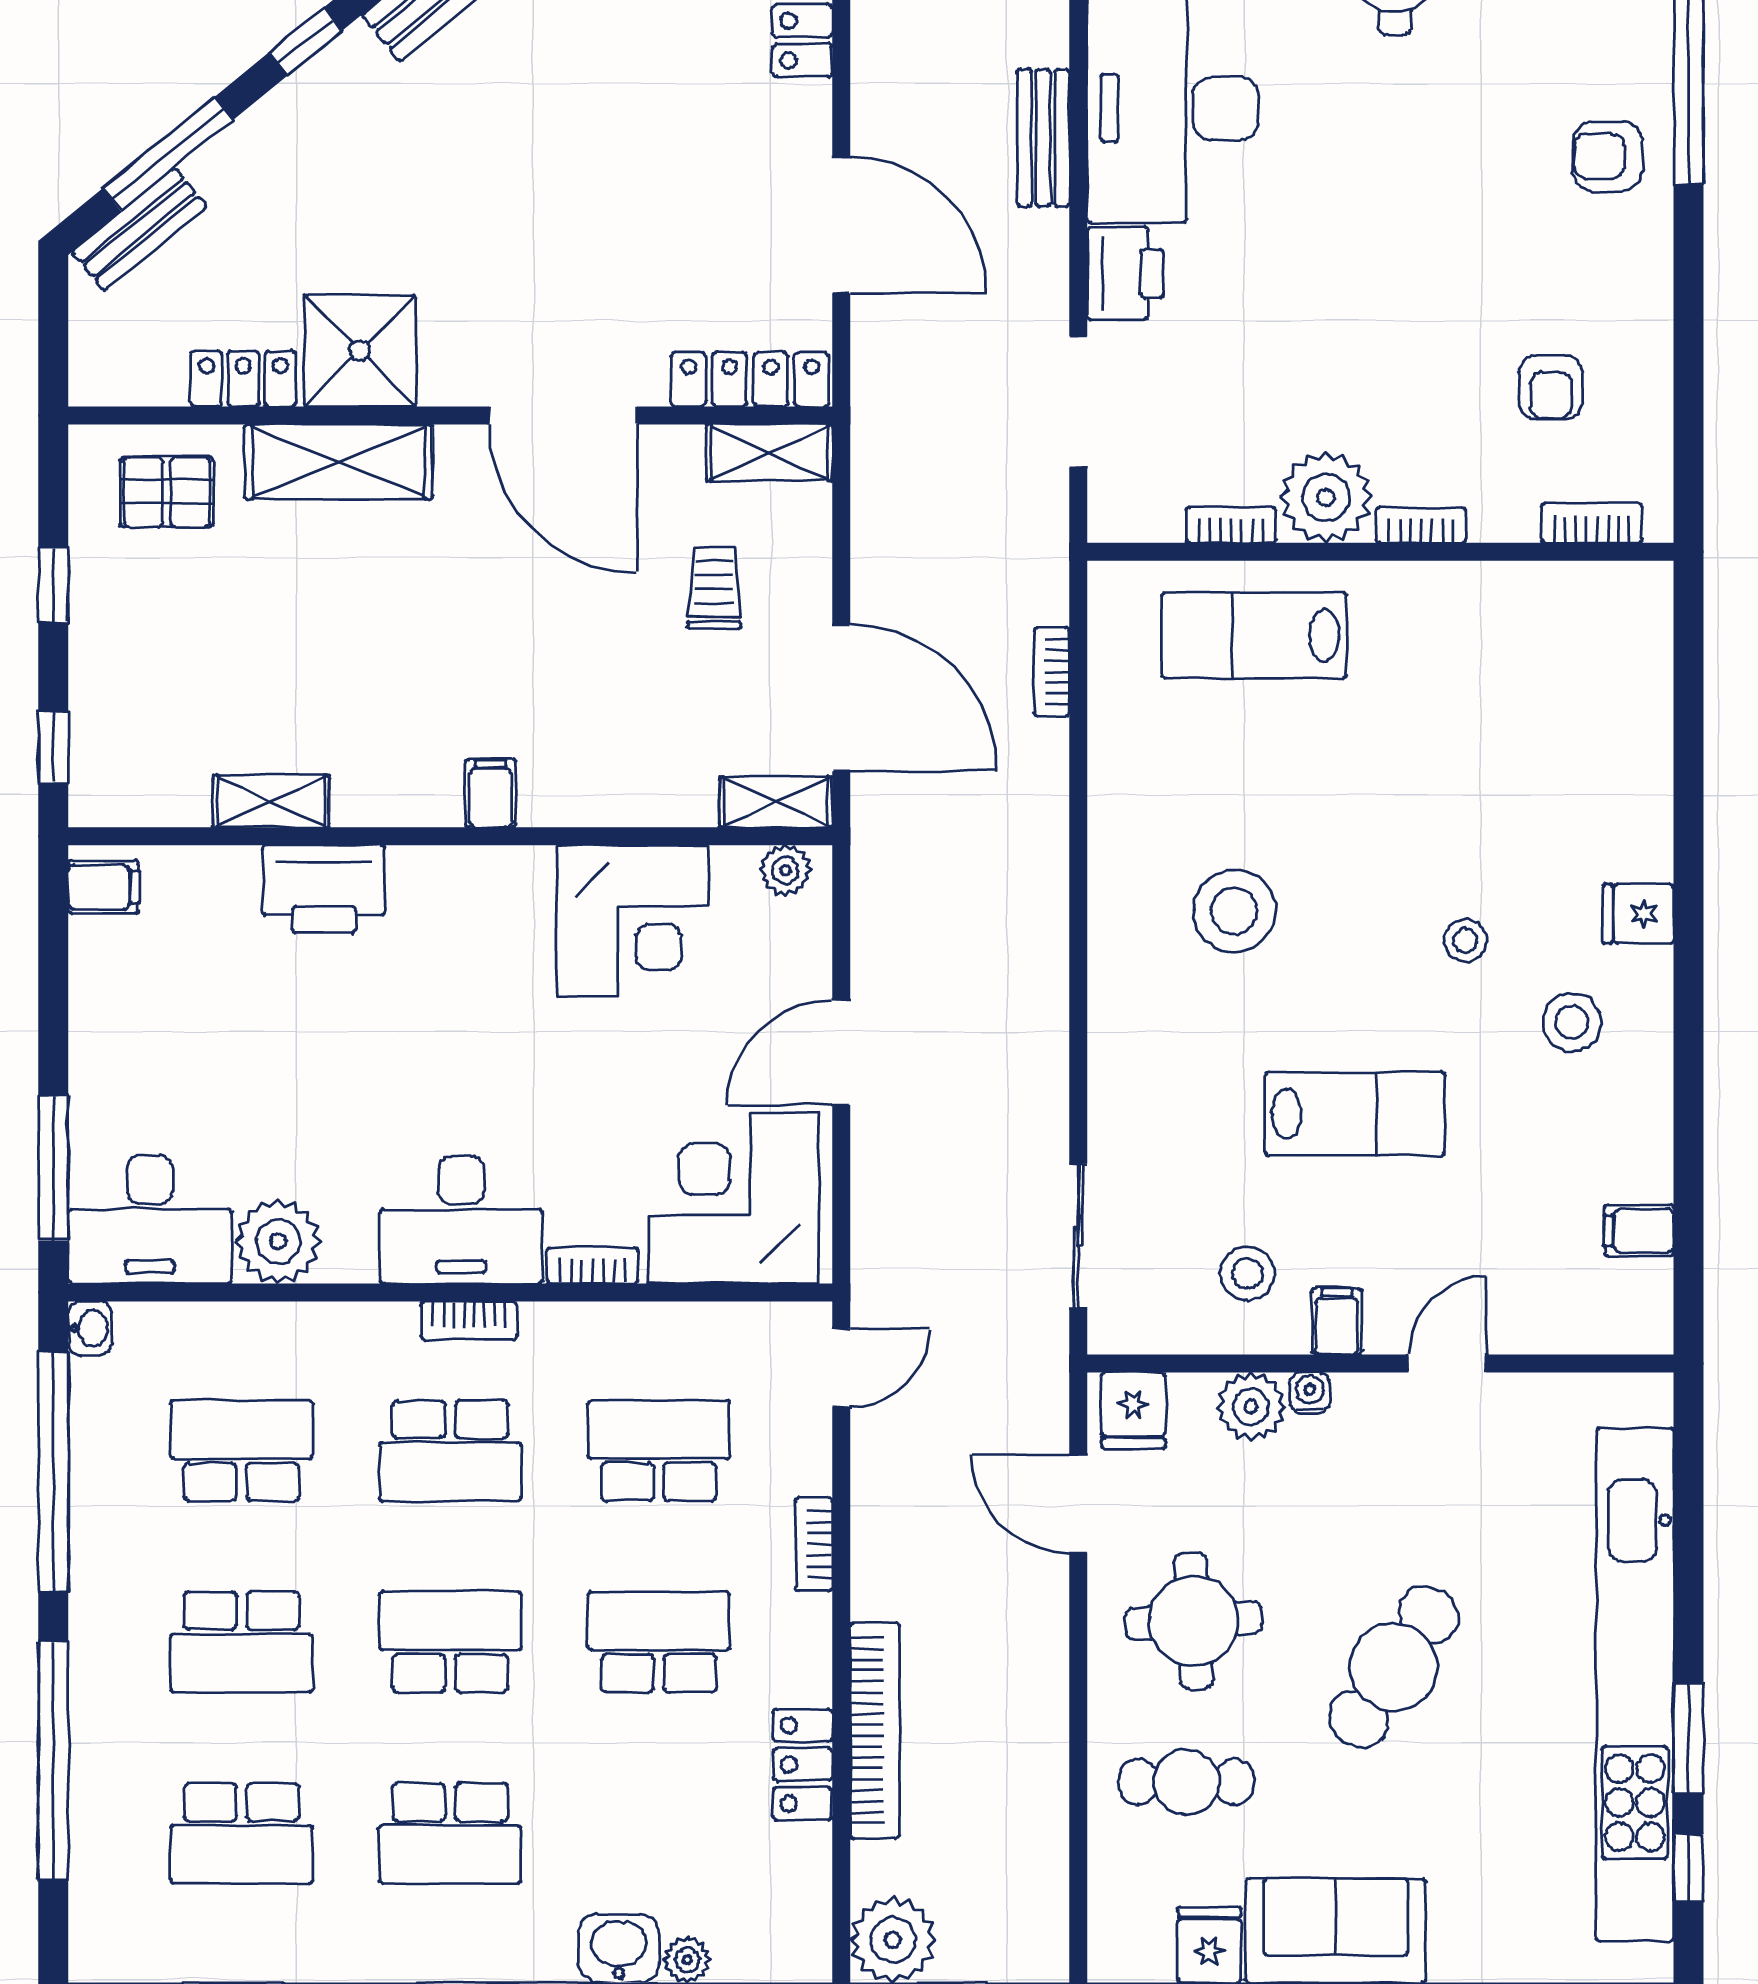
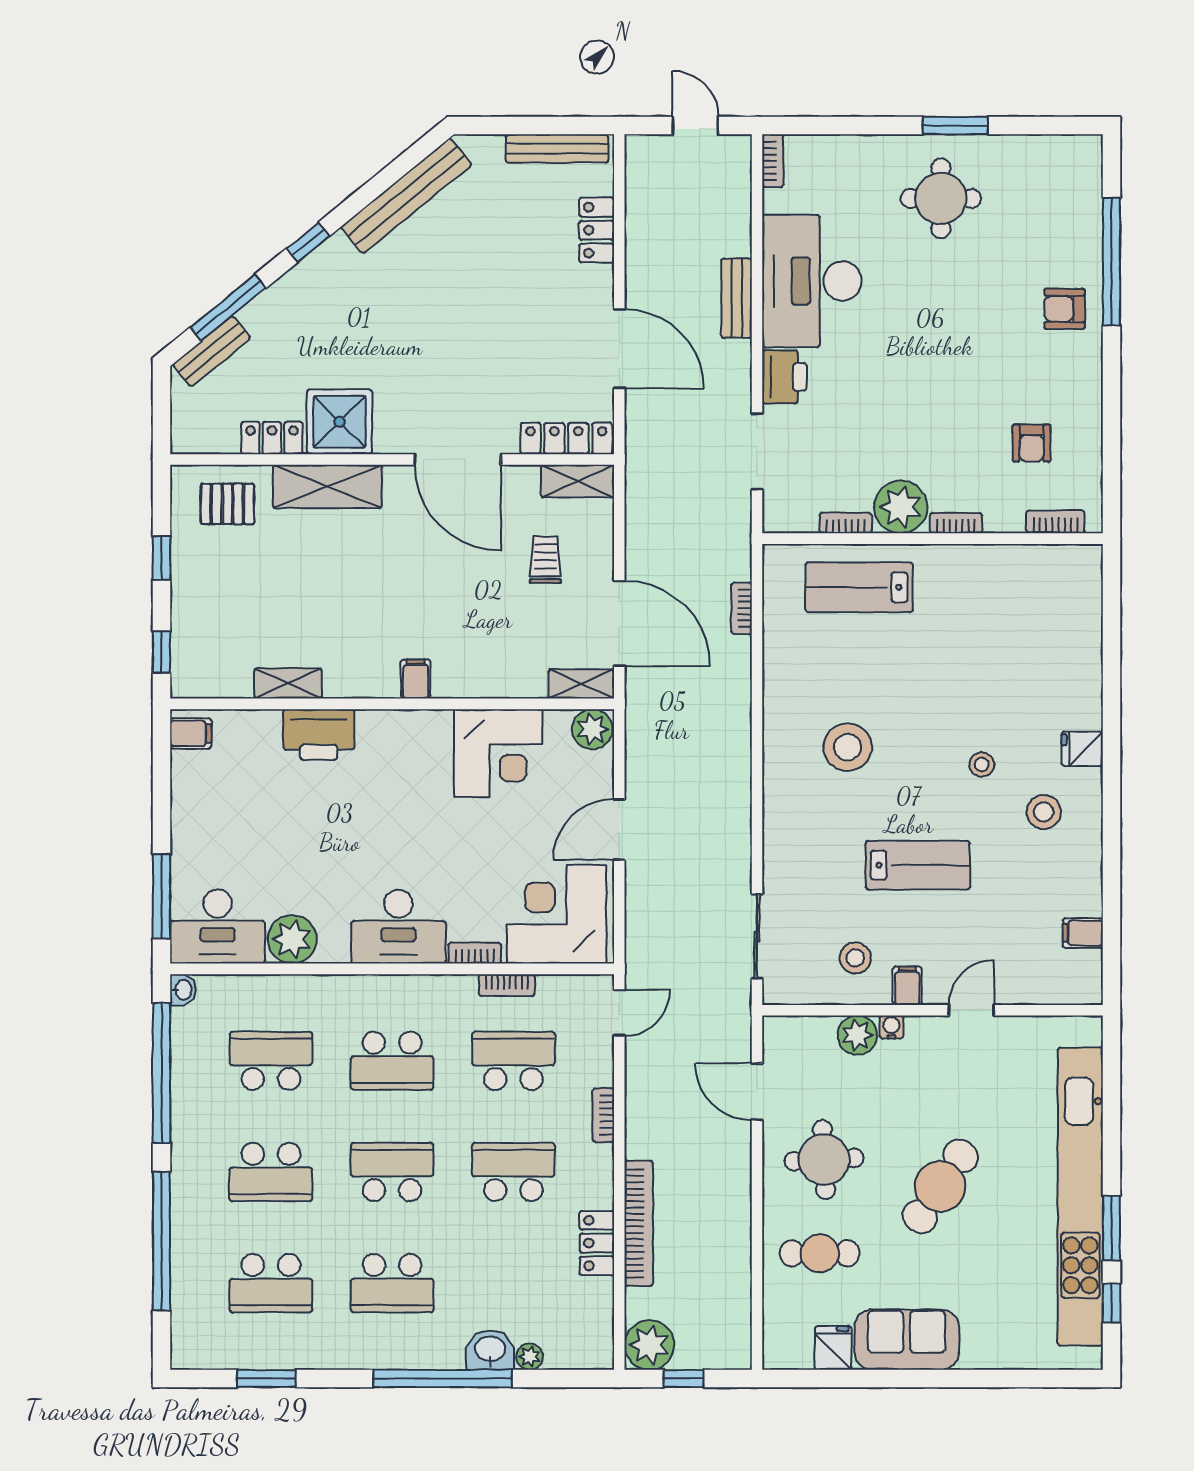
plant: (785, 870) -> (592, 729), width x1.38, depth x1.38
bookcase: (469, 1320) -> (507, 985), moved
fridge: (1133, 1411) -> (789, 1038), removed

